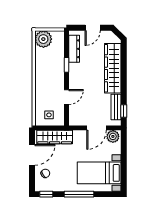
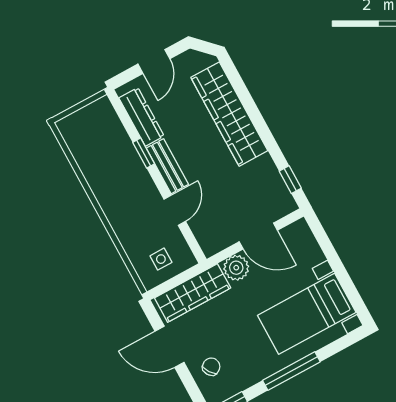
plant: (43, 39) -> (77, 129), removed
bench: (116, 107) -> (167, 166), moved
door: (97, 128) -> (258, 236), hinge flipped
plant: (113, 136) -> (236, 268), moved
door: (32, 155) -> (169, 347), swing flipped

